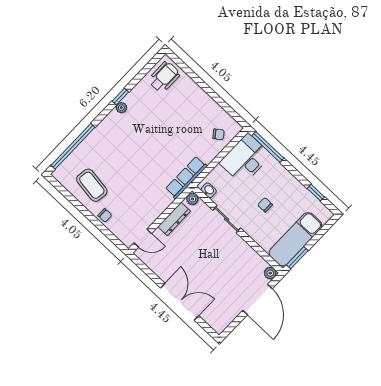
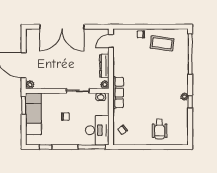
wheelchair: (164, 77) -> (160, 129), moved
double door: (180, 302) -> (62, 27), width x1.36

